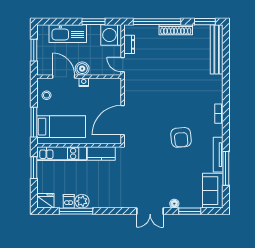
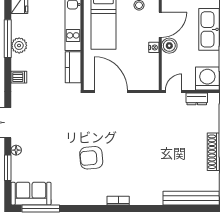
tv unit: (218, 155) -> (72, 200), removed
window: (226, 168) -> (41, 209), moved
dishwasher: (69, 201) -> (19, 77), moved

